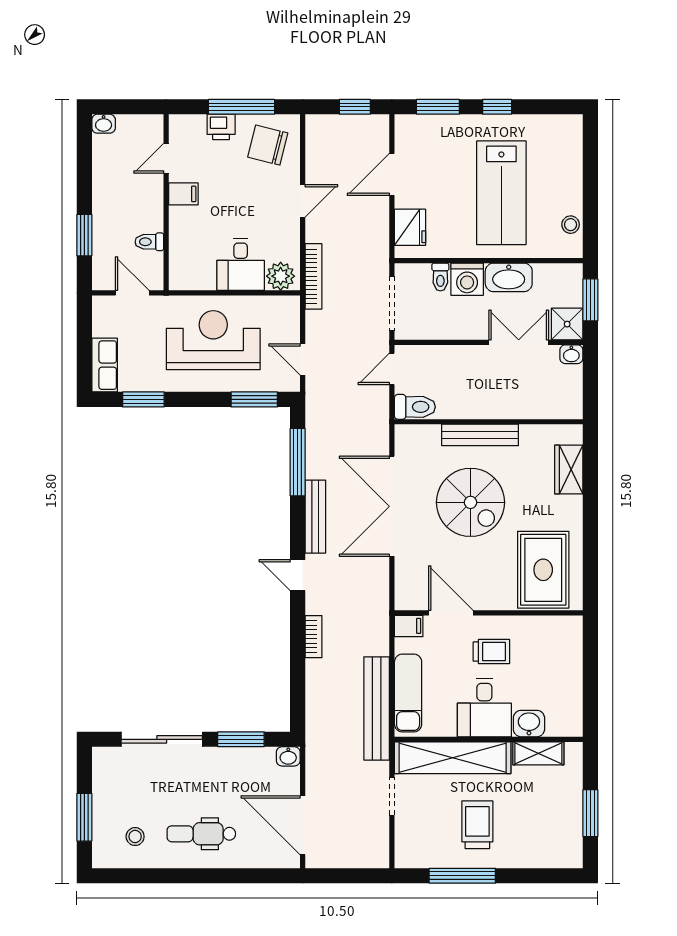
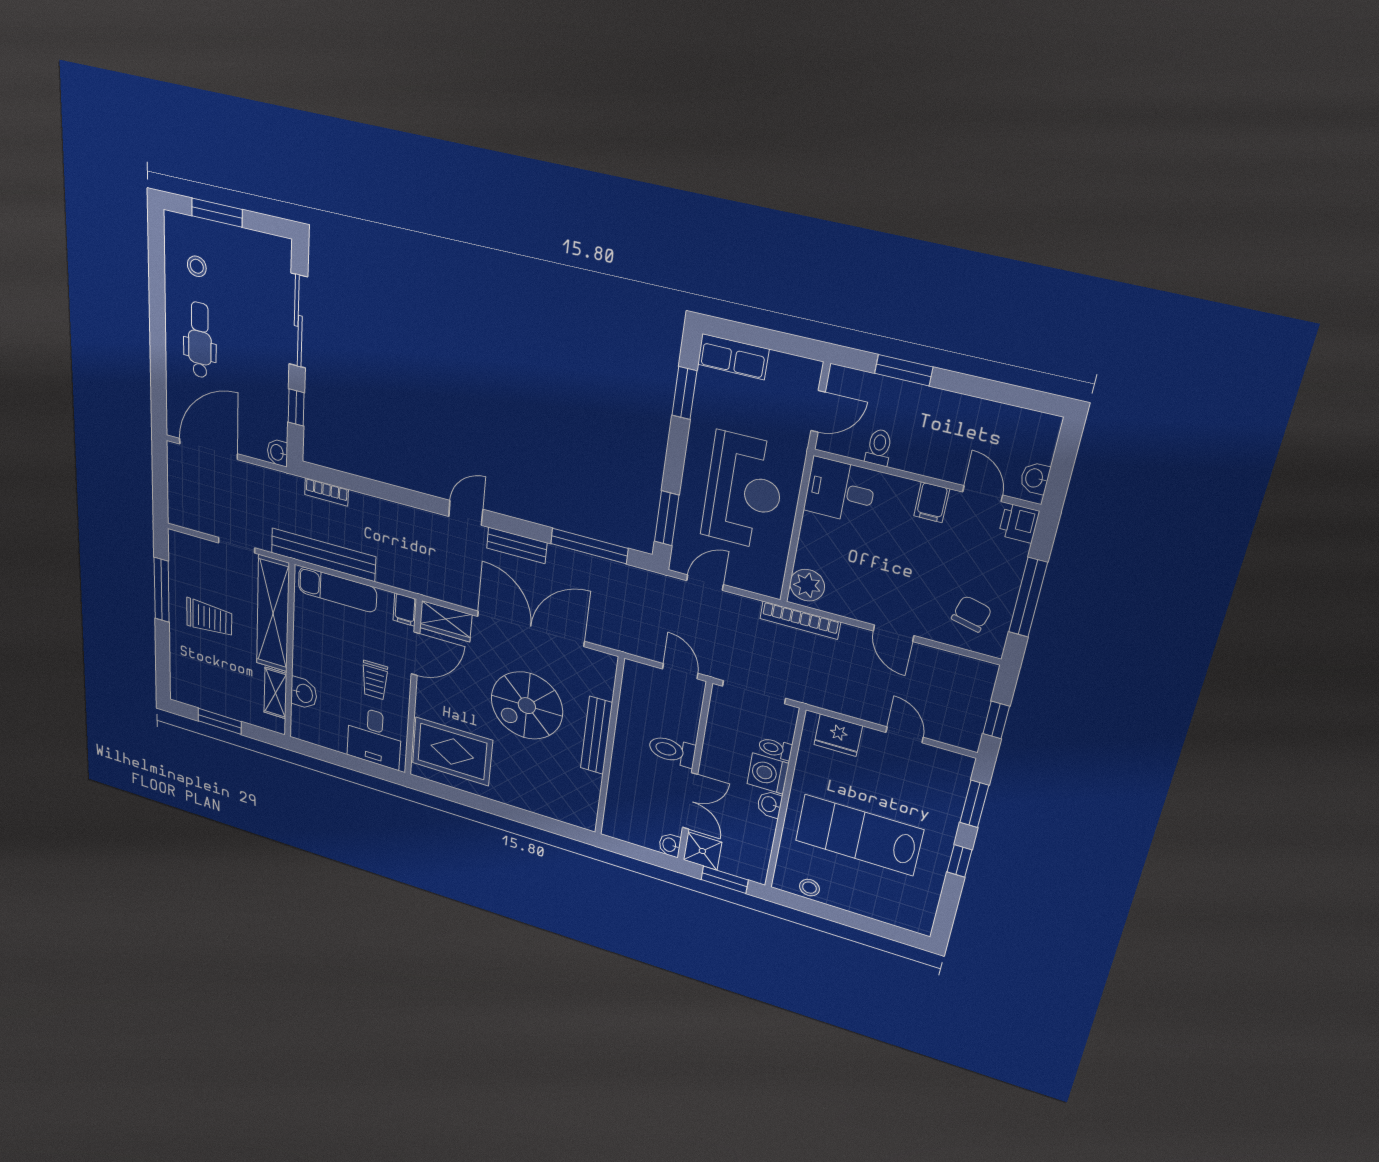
washbasin: (104, 124) -> (1035, 478), moved
printer: (221, 127) -> (1019, 523), moved
chair: (268, 145) -> (972, 614), width x0.73, depth x0.73
door: (392, 174) -> (905, 735), width x0.73
desk: (241, 265) -> (840, 491), moved
washbasin: (509, 277) -> (769, 804), width x0.52, depth x0.69
toilet: (415, 407) -> (672, 751), moved, turned 90
wardrobe: (569, 469) -> (446, 621), moved, turned 180
bench: (315, 517) -> (517, 545), width x0.73
bookcase: (314, 637) -> (326, 492), moved
desk: (484, 708) -> (374, 737), moved, turned -90
window: (241, 739) -> (296, 407), width x0.67

